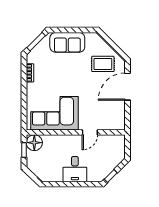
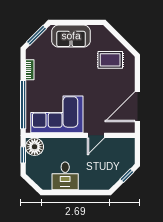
door: (128, 87) -> (137, 107), moved
window: (24, 104) -> (23, 105), added
desk: (75, 169) -> (65, 176), moved
window: (111, 176) -> (127, 176), moved

